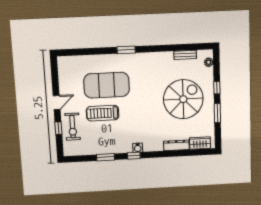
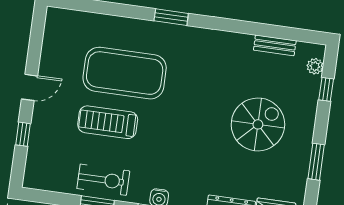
window: (217, 88) -> (326, 89), moved
spiral stairs: (183, 99) -> (258, 124), width x0.73, depth x0.73
exercise bike: (73, 127) -> (103, 180), moved, turned -90

